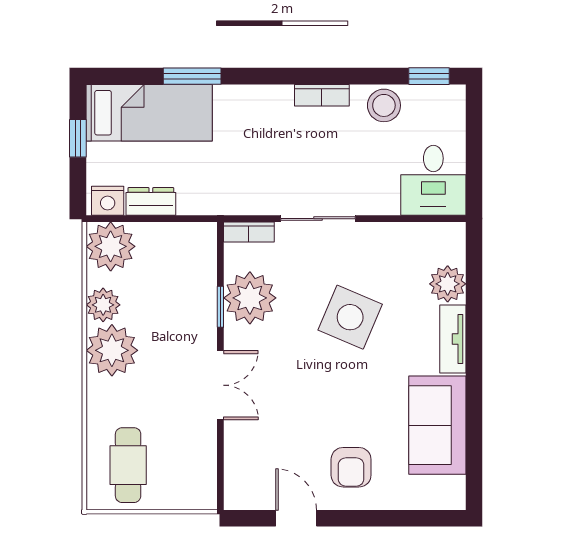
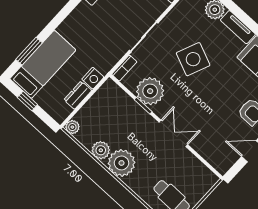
window: (192, 76) -> (29, 51), moved
nightstand: (108, 201) -> (93, 78), moved
plant: (111, 246) -> (72, 127), width x0.53, depth x0.53

